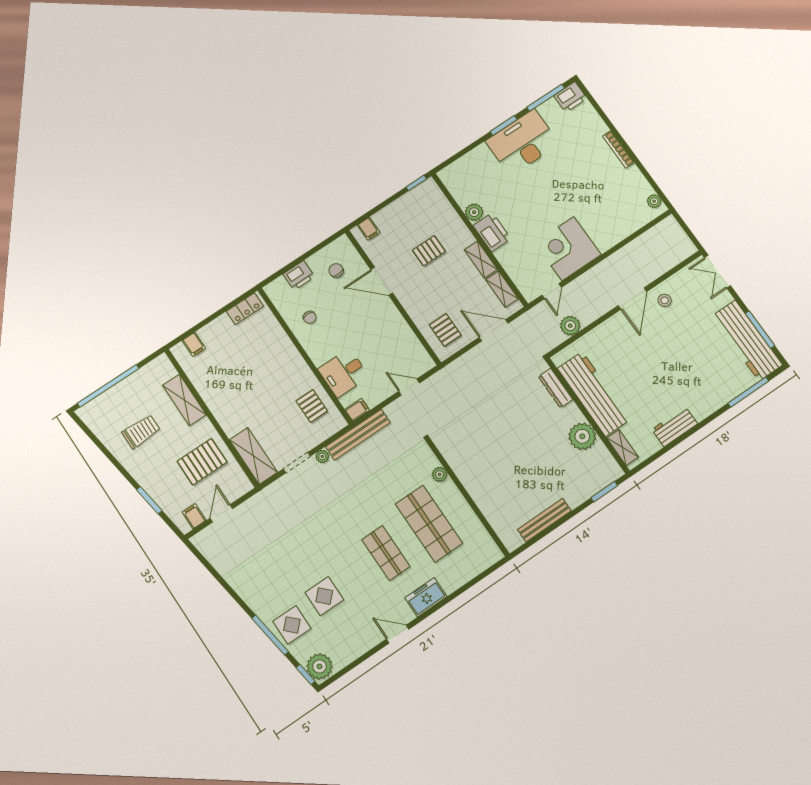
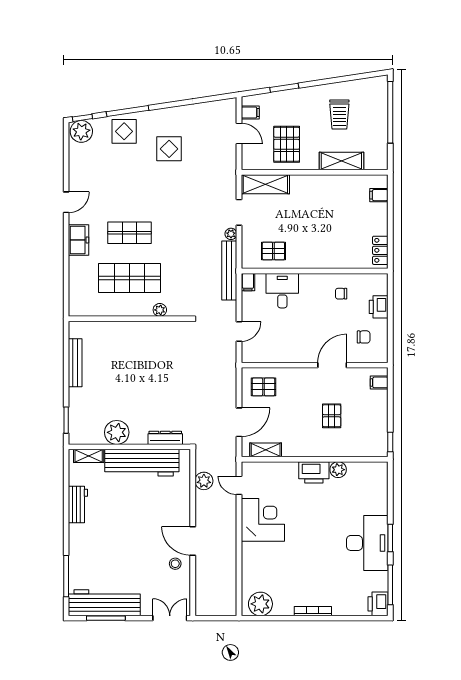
plant: (654, 201) -> (260, 604), width x1.87, depth x1.87
shelving: (481, 260) -> (299, 450), removed
display table: (324, 596) -> (169, 149), moved

